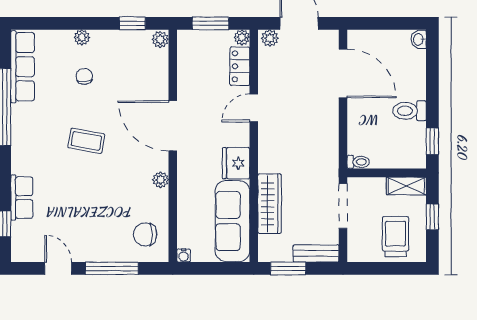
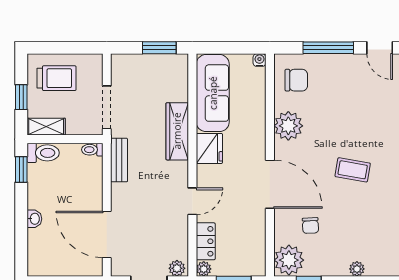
plant: (160, 39) -> (289, 260), width x1.88, depth x1.88
washbasin: (419, 39) -> (34, 219), moved
chair: (84, 76) -> (310, 226), moved
toilet: (409, 111) -> (43, 153), moved
plant: (161, 180) -> (288, 126), width x1.87, depth x1.87
wardrobe: (270, 204) -> (177, 131), moved
trolley: (396, 237) -> (57, 78), turned -90
bench: (316, 253) -> (119, 160), moved, turned 90

